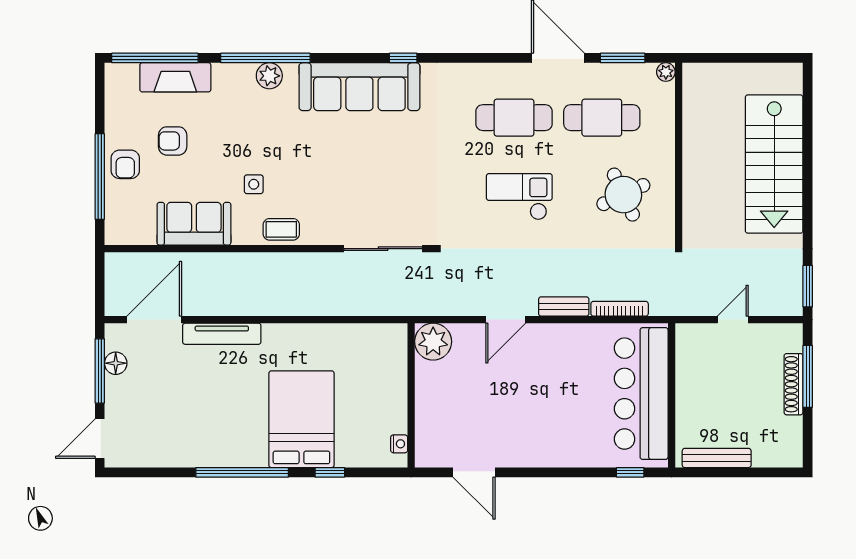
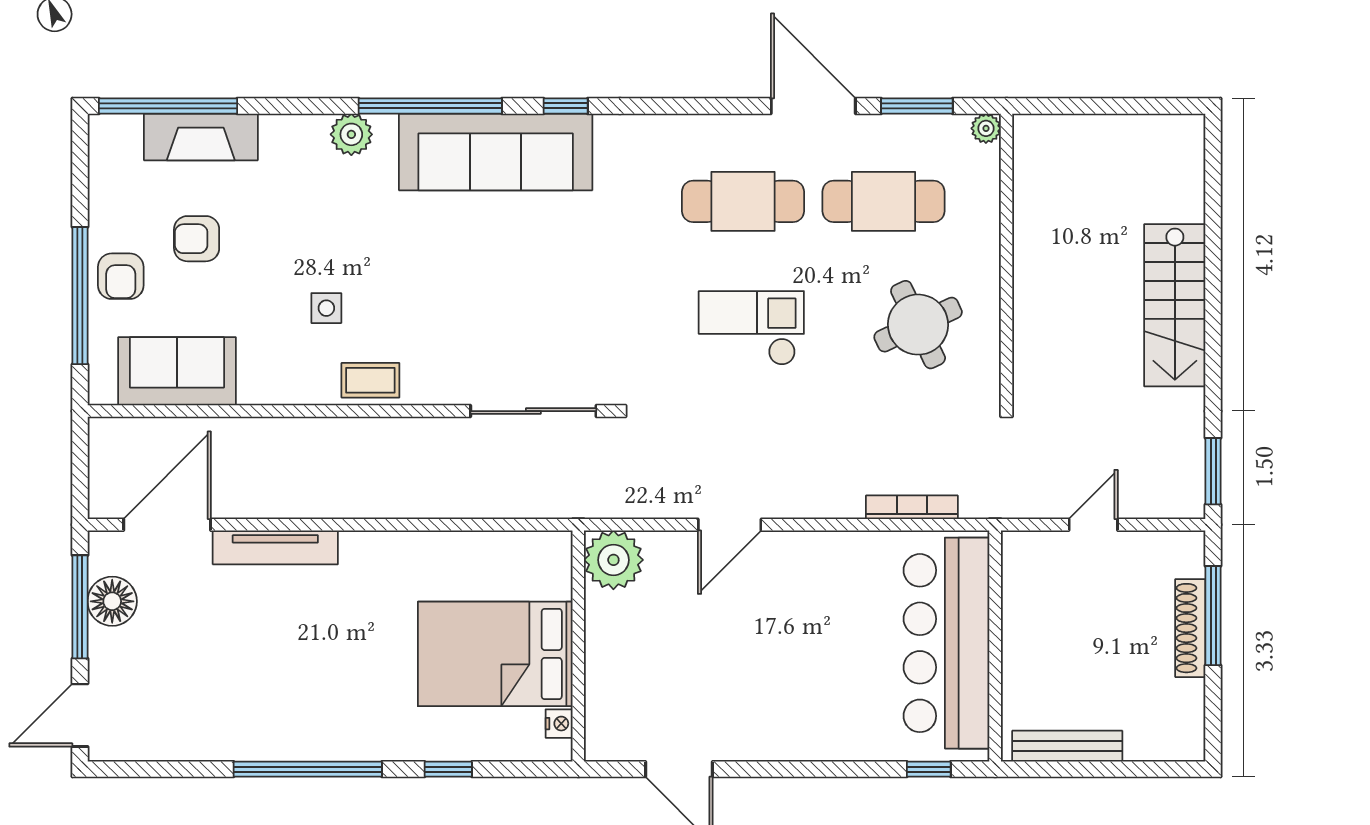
window: (265, 58) -> (430, 106), moved
stairs: (774, 164) -> (1175, 305), width x0.73, depth x0.66
sofa: (194, 224) -> (177, 371), moved
bench: (564, 306) -> (823, 504), removed
floor lamp: (116, 363) -> (112, 601), width x1.38, depth x1.38
bed: (301, 419) -> (495, 654), moved, turned -90

